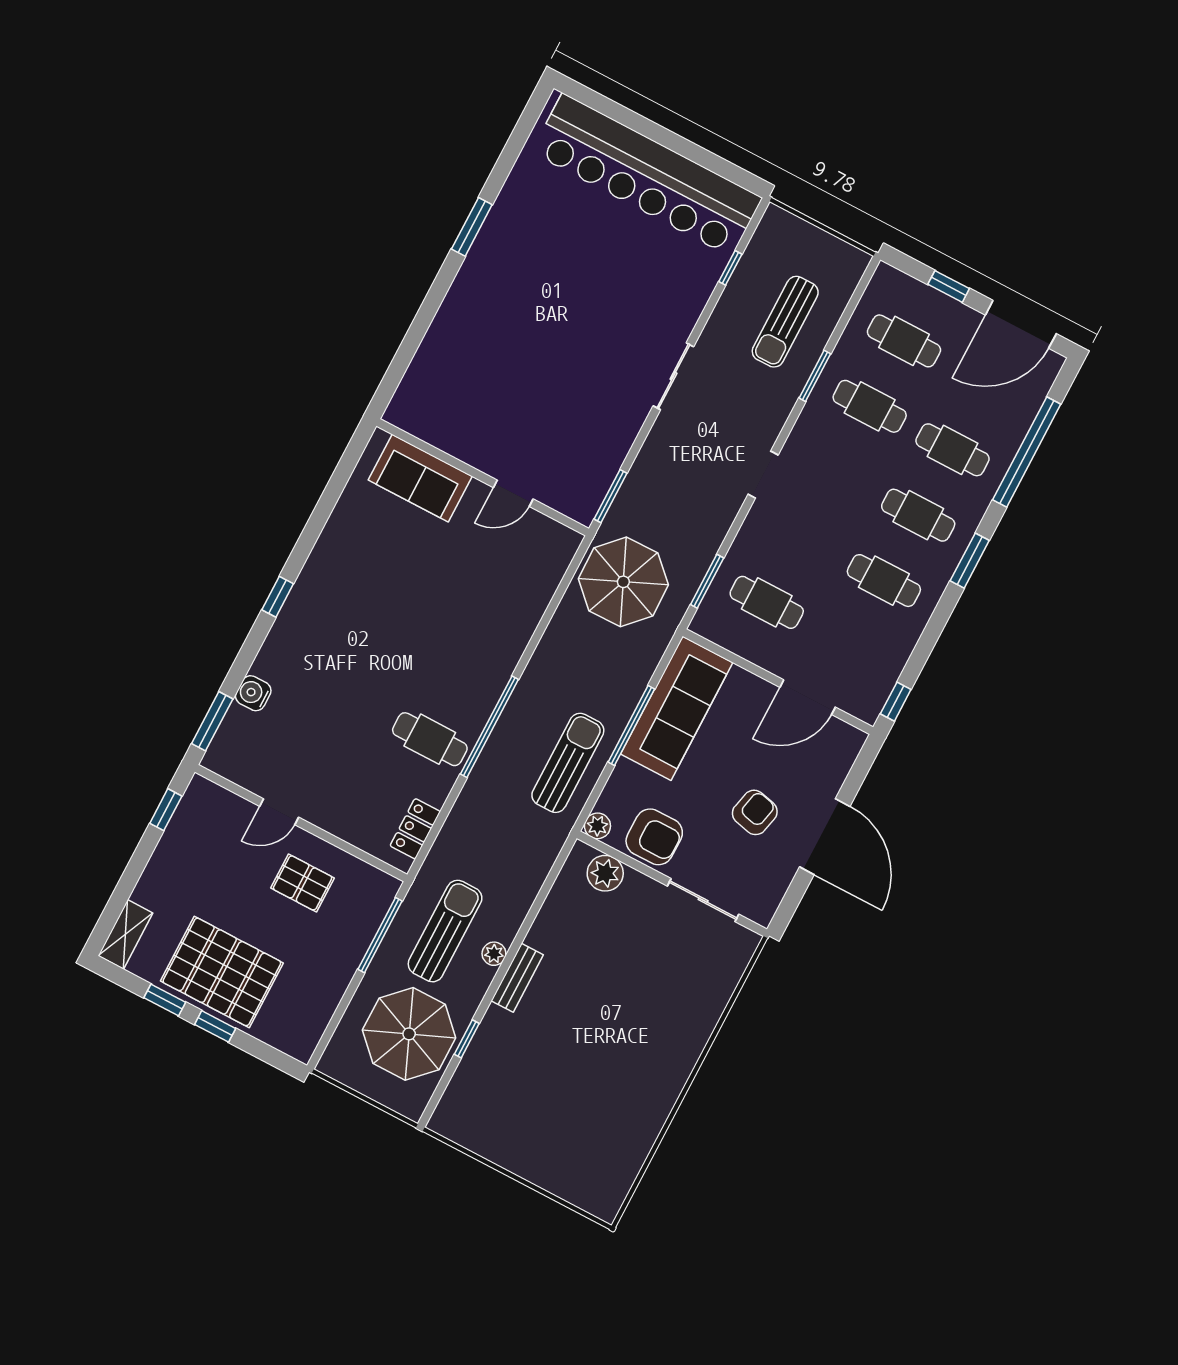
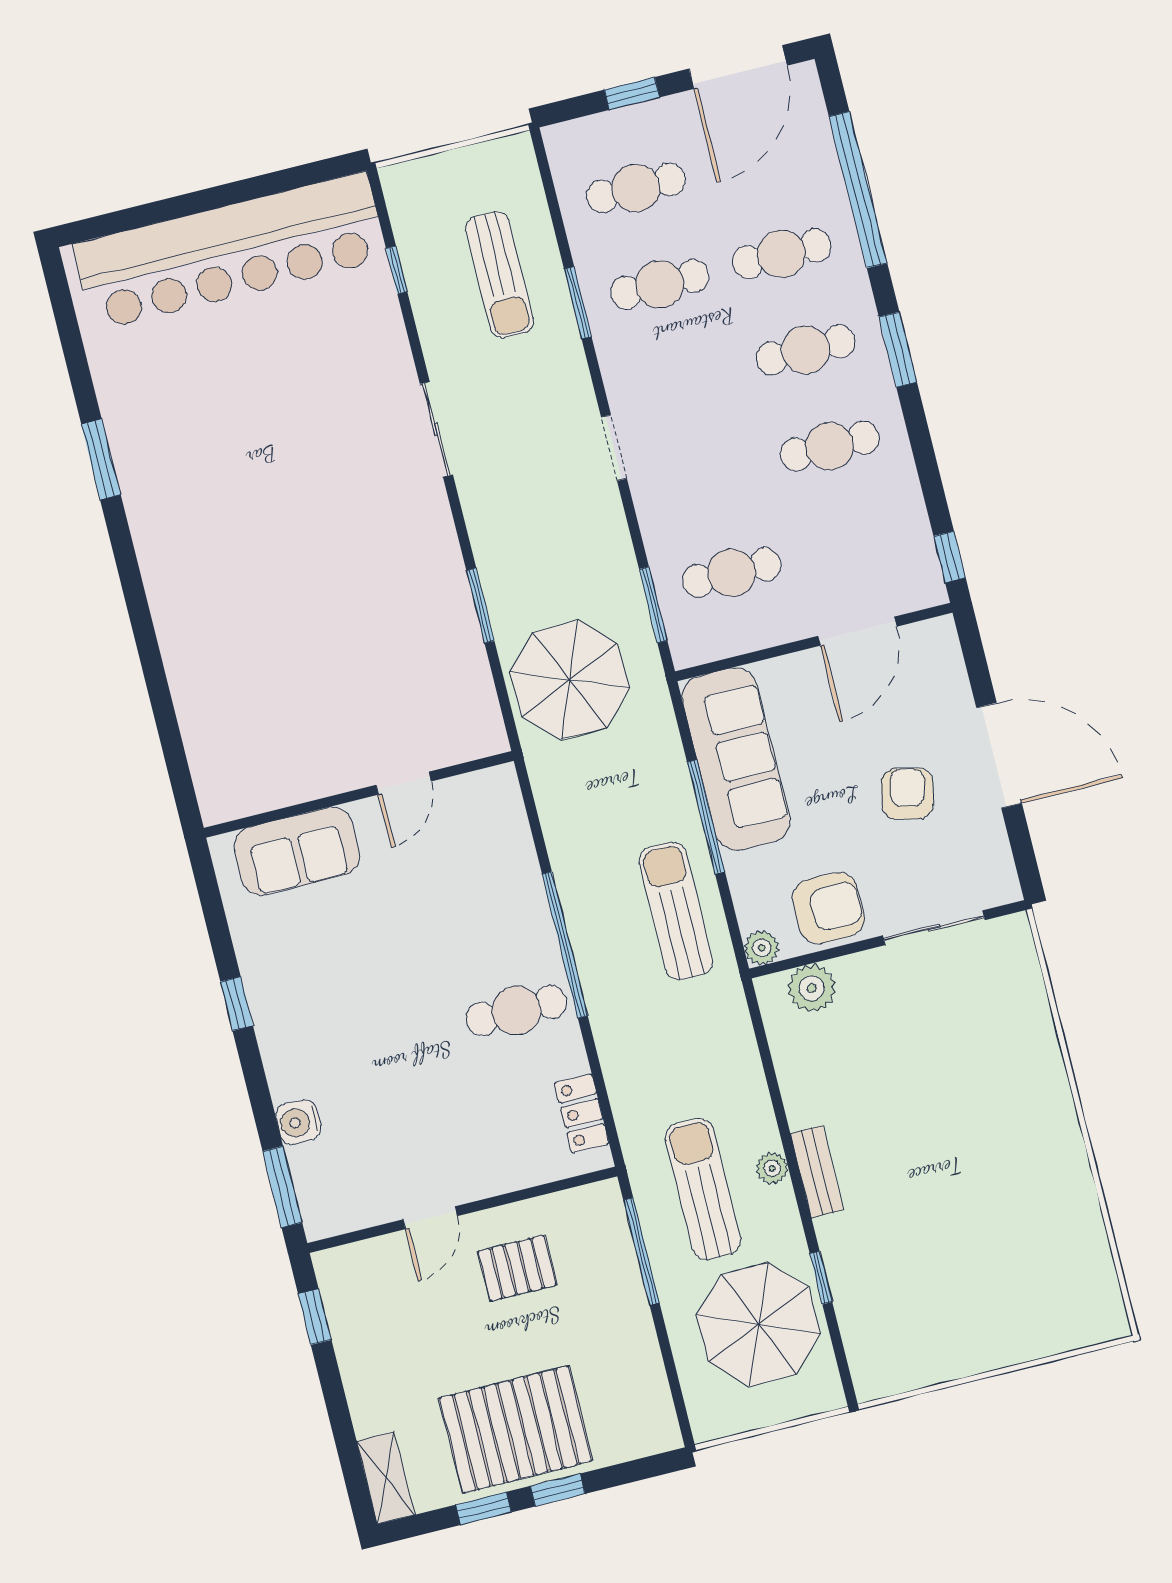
wall: (483, 477) -> (359, 794), moved
sofa: (420, 478) -> (297, 851), moved
door: (513, 493) -> (404, 783), moved

